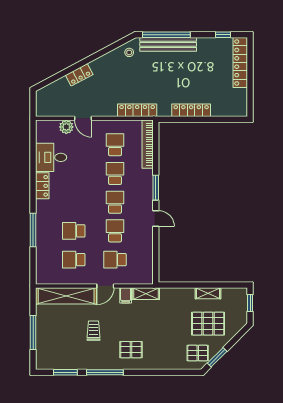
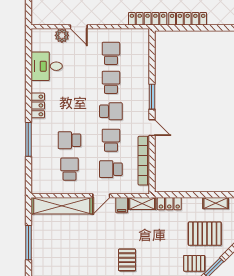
locker: (137, 110) -> (148, 19), moved
bookcase: (148, 144) -> (144, 161), moved
locker: (42, 186) -> (38, 105), moved
school desk: (115, 202) -> (111, 111), turned 90
school desk: (74, 260) -> (70, 169), turned 90
shelving: (208, 293) -> (216, 203), moved
locker: (173, 294) -> (169, 204), added
trolley: (94, 331) -> (89, 241), removed
pallet: (131, 350) -> (127, 260), turned 90

